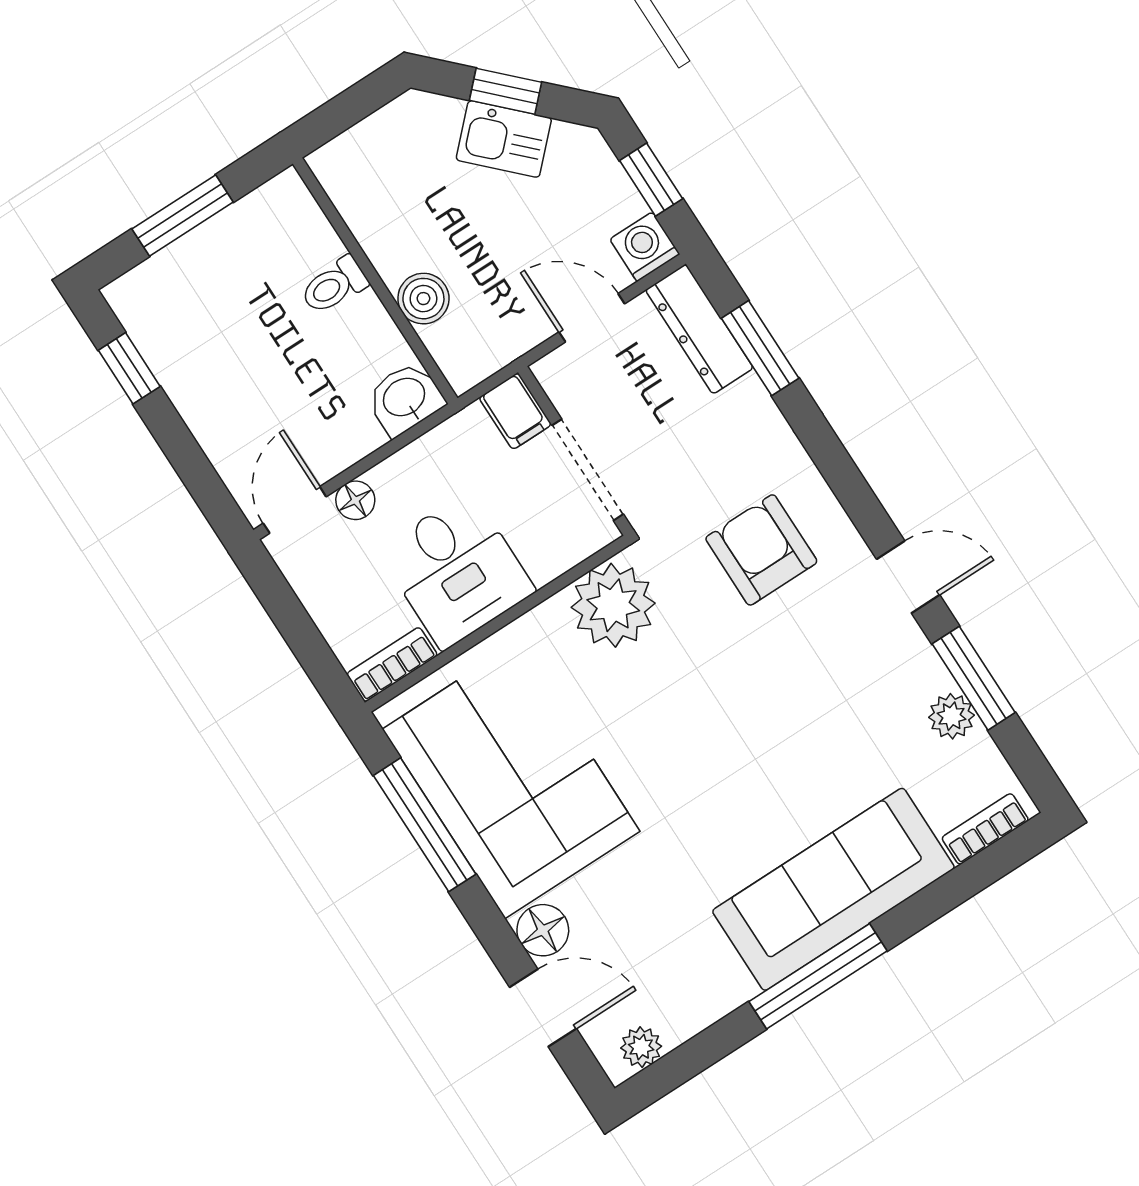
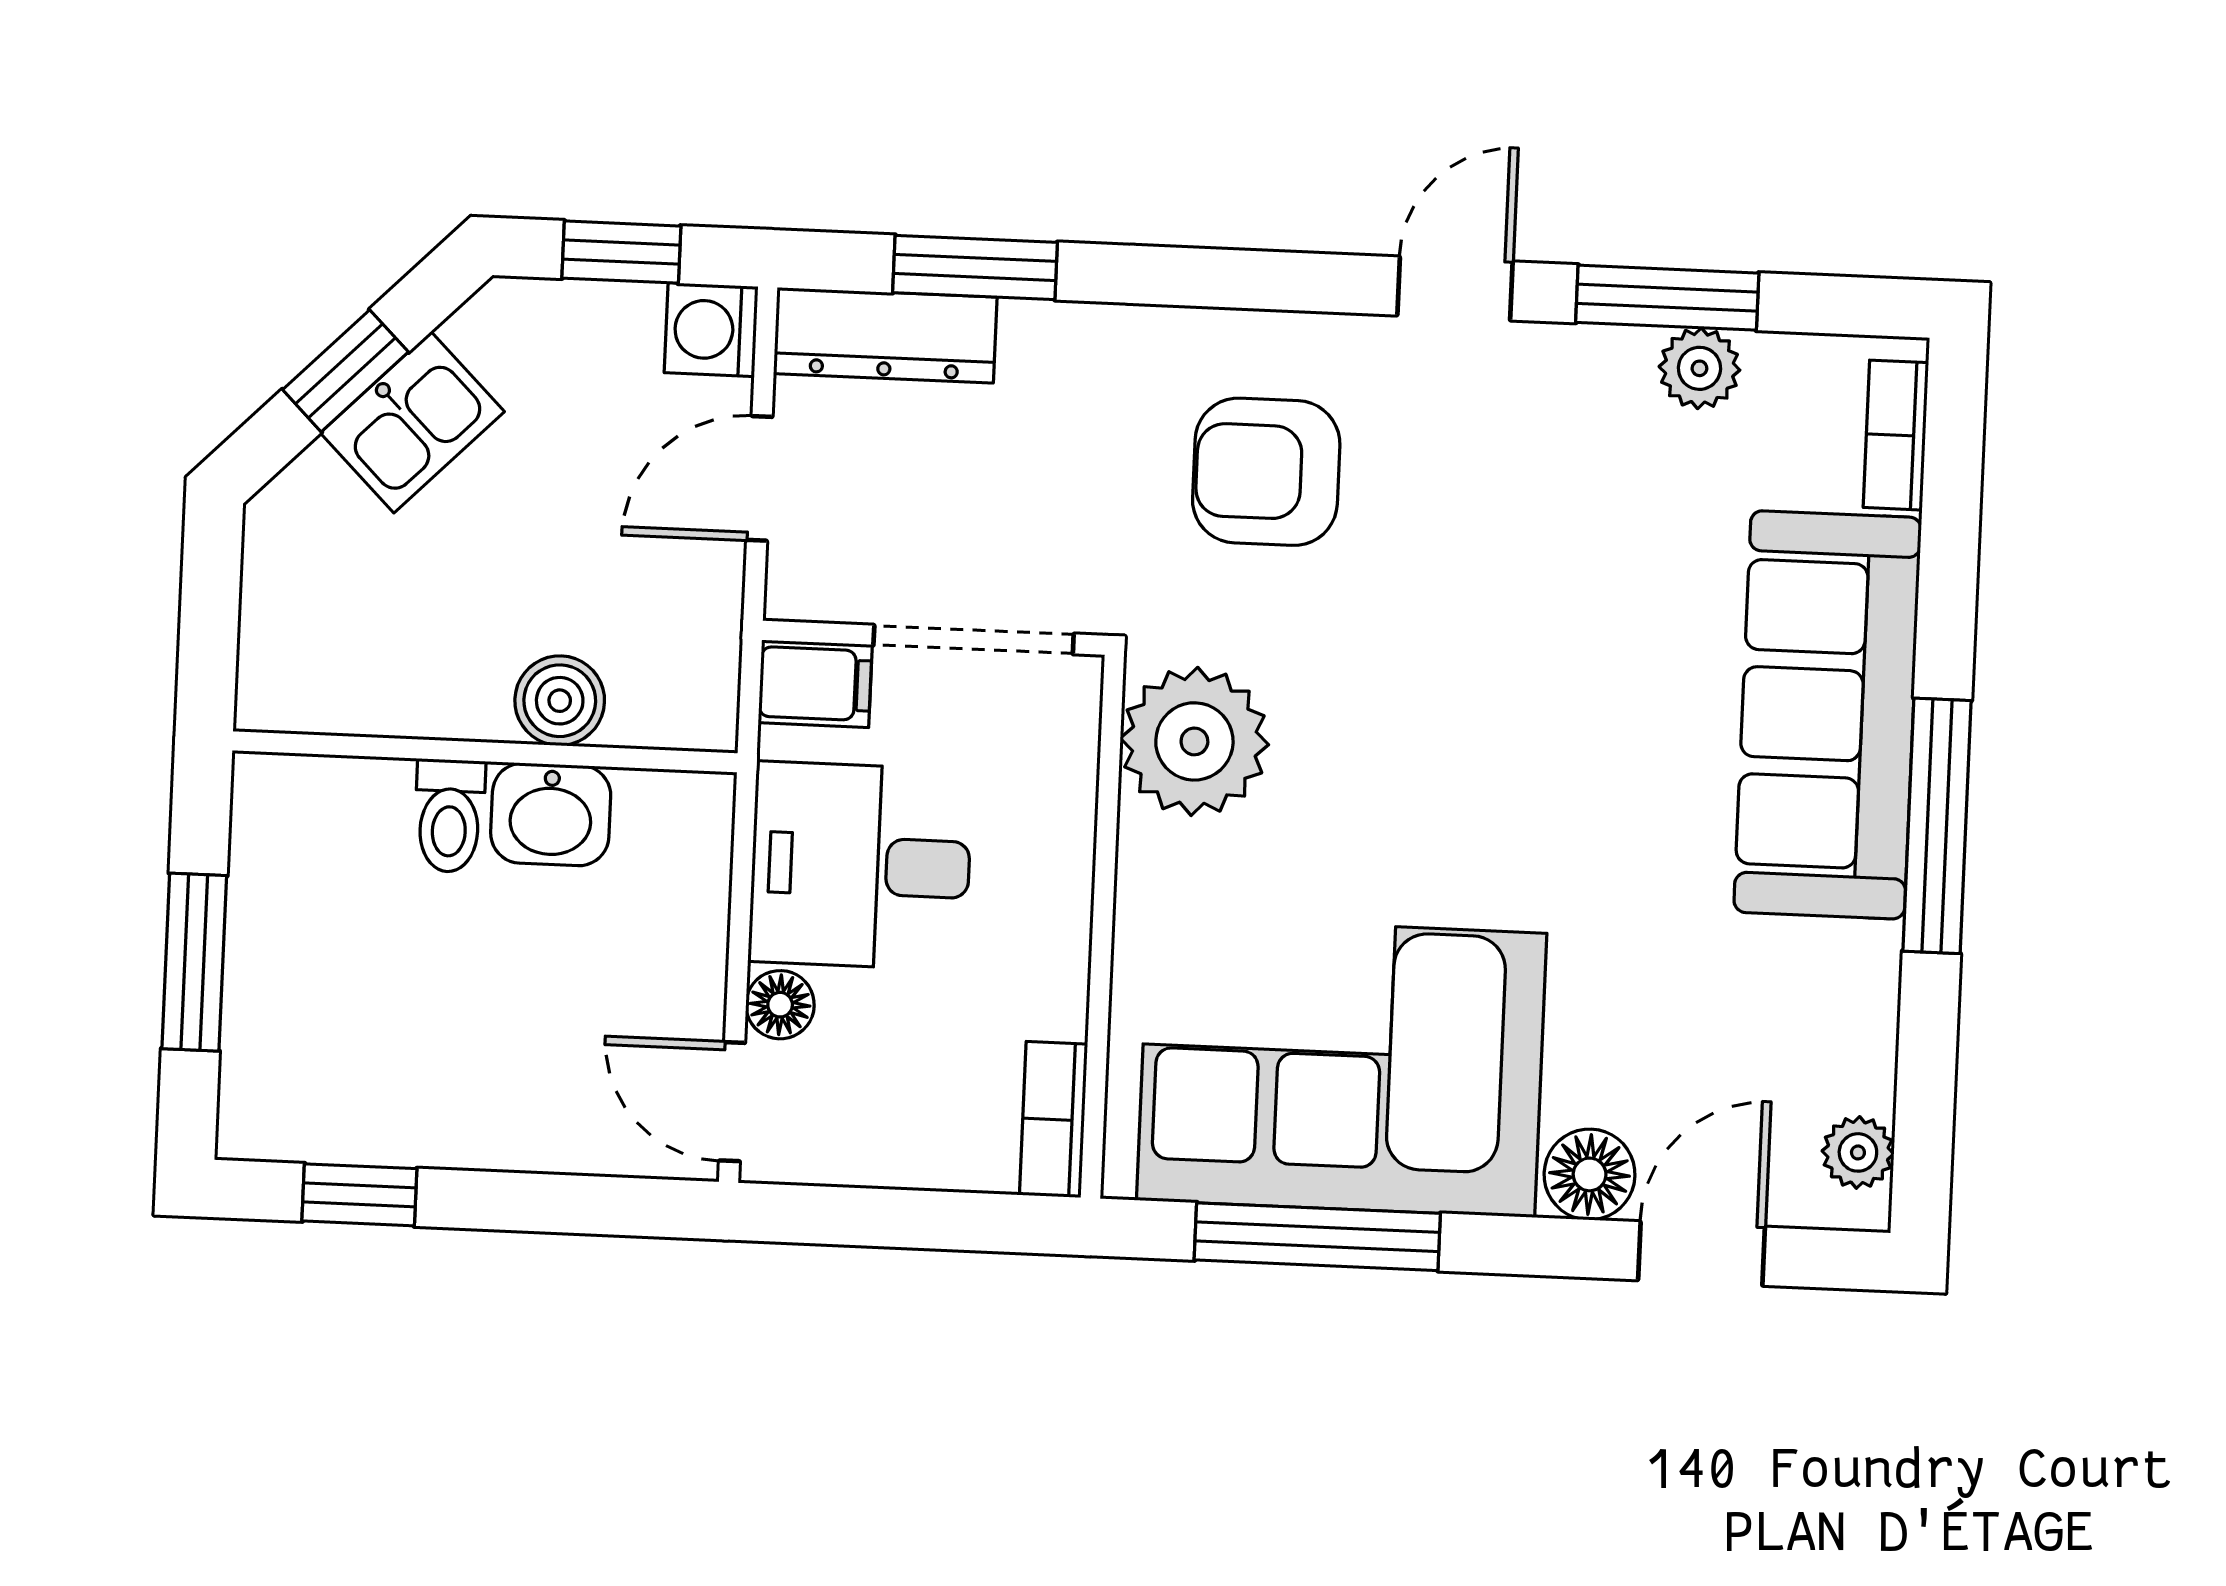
washbasin: (405, 398) -> (551, 814), moved, turned -90
desk: (456, 570) -> (860, 866), moved, turned 180

